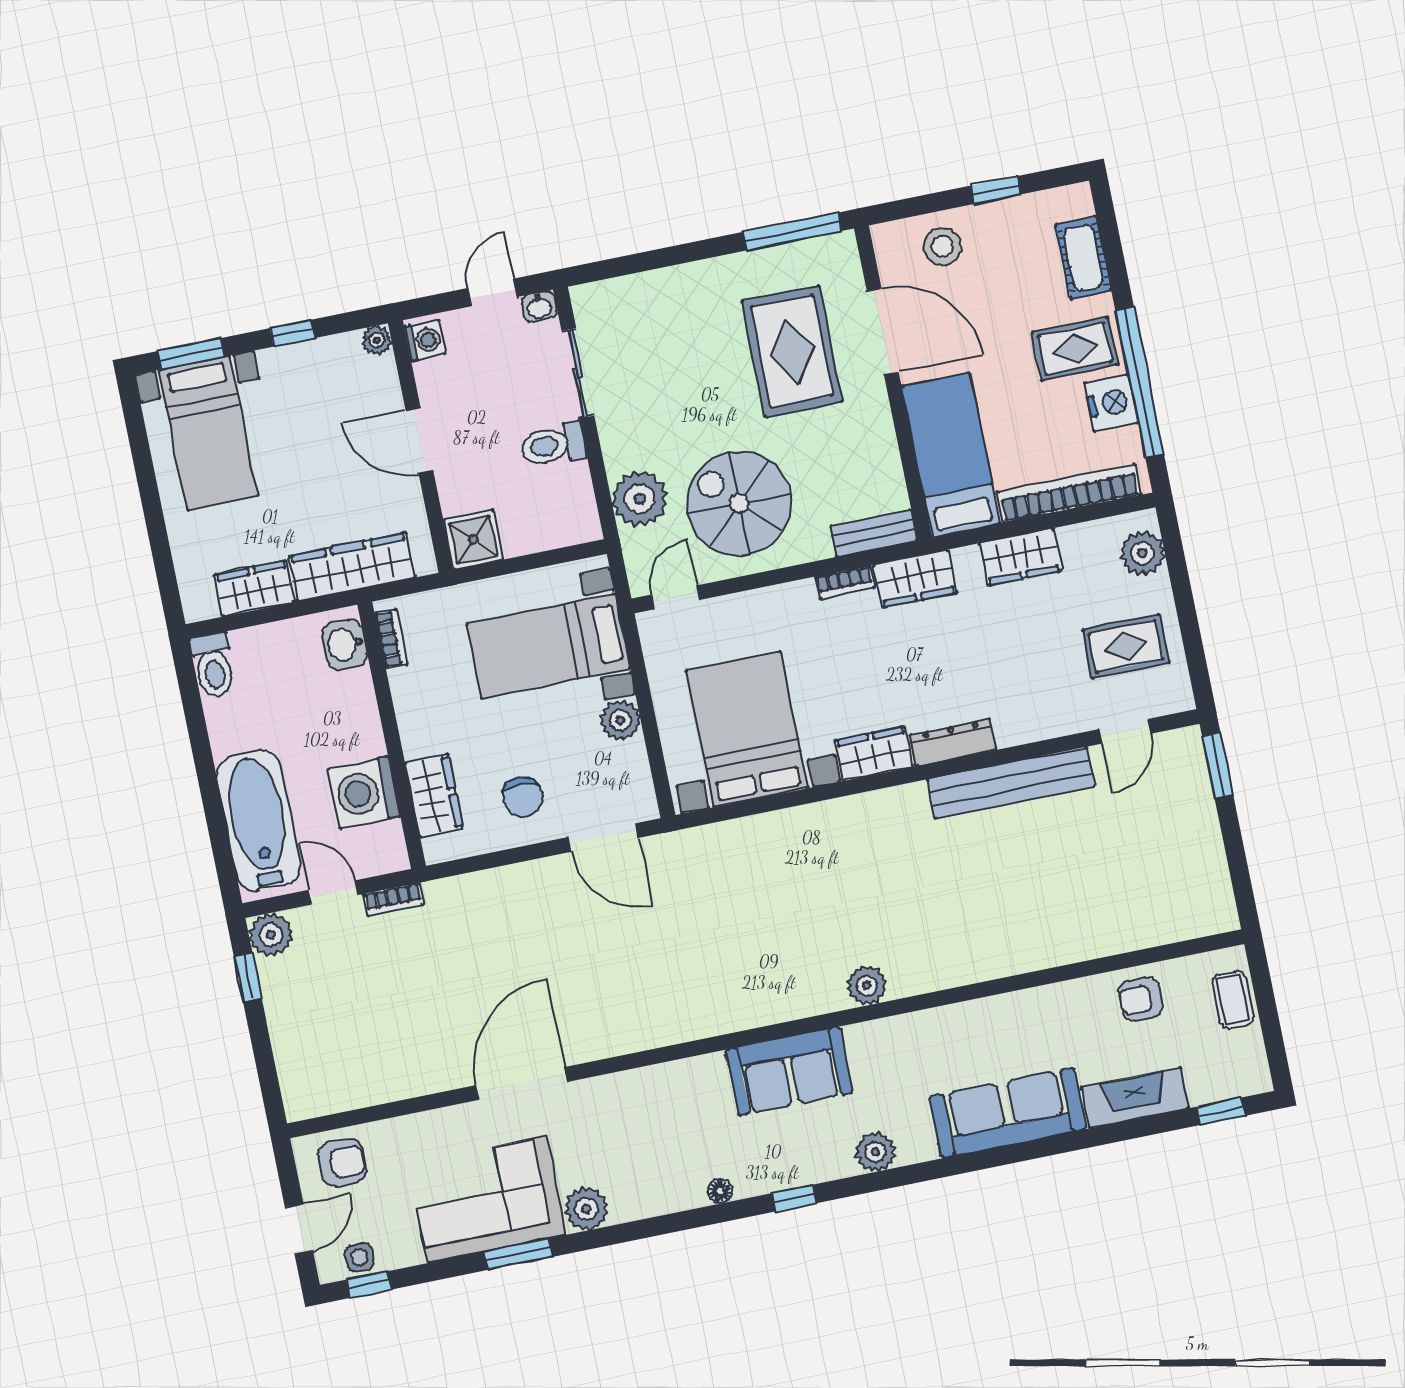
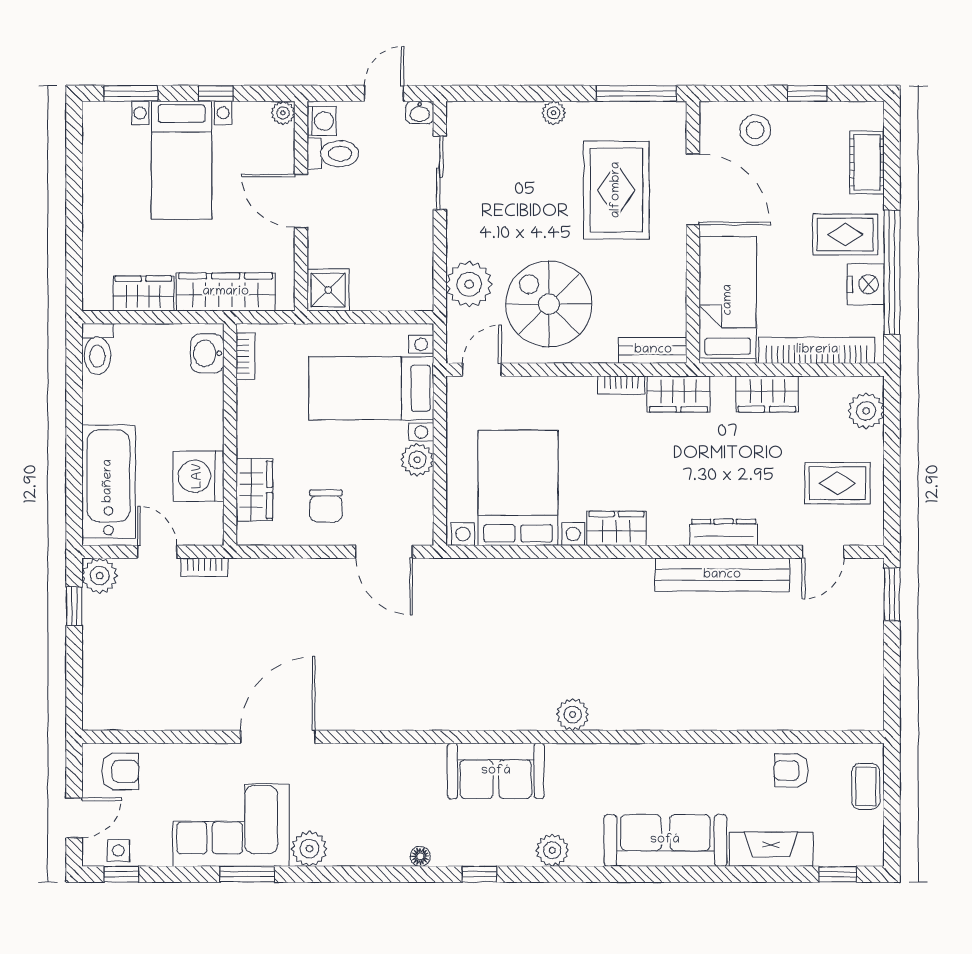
plant: (699, 275) -> (554, 113), added
bed with nightstands: (208, 433) -> (182, 160), moved
toilet: (553, 445) -> (333, 154), moved, turned 180
dresser: (953, 742) -> (724, 532), moved

